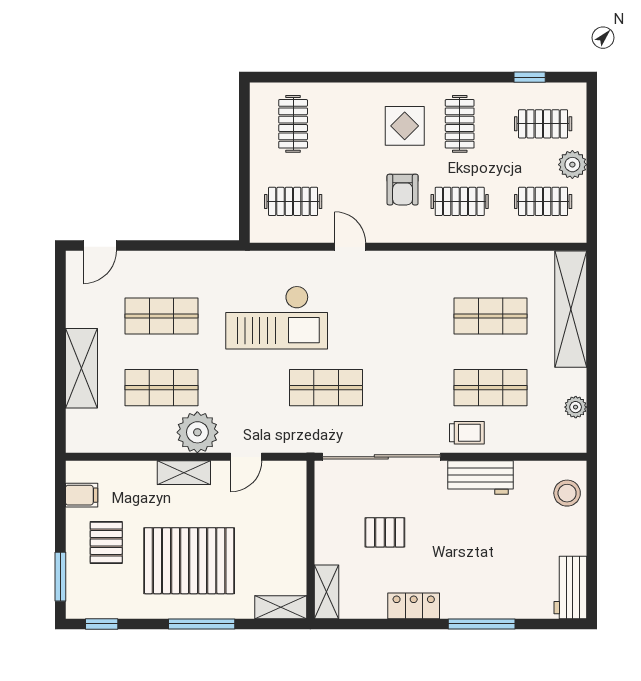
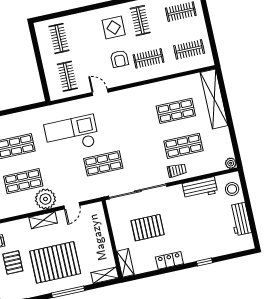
plant: (572, 165) -> (199, 28), removed
clothes rail: (293, 201) -> (67, 76), turned 90
checkout: (277, 317) -> (72, 135), turned 180
plant: (576, 407) -> (231, 163), moved
workbench: (481, 478) -> (200, 188), moved
pallet: (385, 532) -> (148, 228), width x1.50, depth x1.42
workbench: (570, 588) -> (240, 219), moved
window: (482, 624) -> (204, 262), width x0.46

